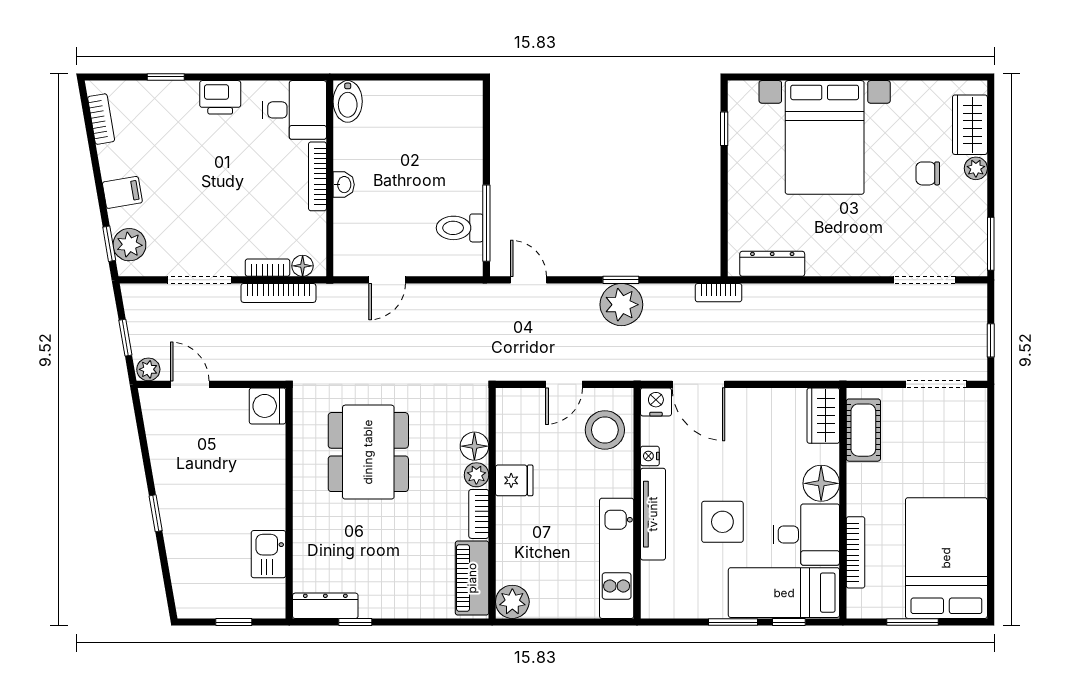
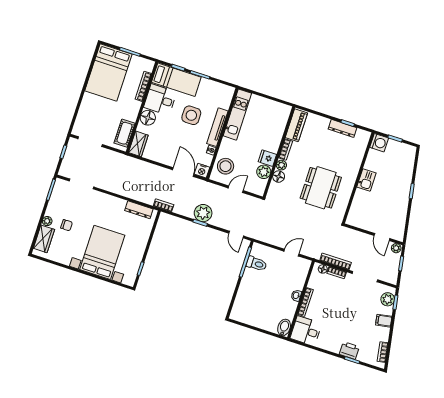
printer: (220, 97) -> (349, 350), moved
washing machine: (268, 406) -> (379, 143), moved
kitchen sink: (269, 554) -> (366, 180), moved
plant: (512, 602) -> (264, 172), moved
dresser: (325, 606) -> (343, 128), moved

